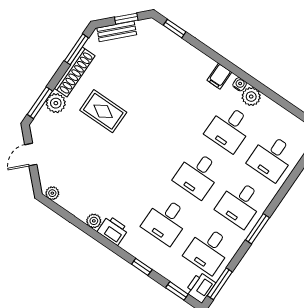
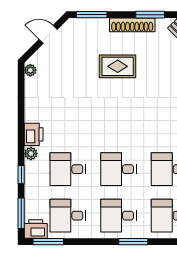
plant: (56, 103) -> (99, 27), removed
rug: (103, 111) -> (118, 66), turned 90
plant: (94, 221) -> (31, 154), moved
window: (257, 229) -> (133, 242), moved
window: (177, 291) -> (21, 213), width x1.50

